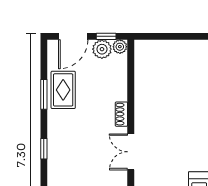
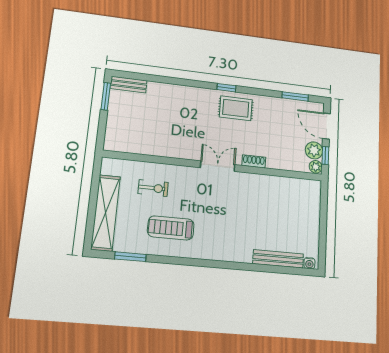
rug: (63, 90) -> (236, 108), moved
window: (44, 94) -> (295, 96), moved

